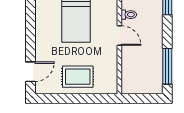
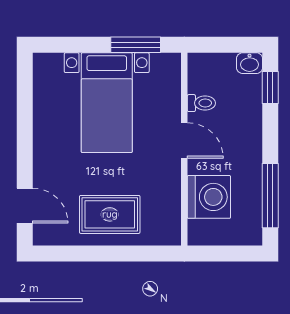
washing machine: (133, 67) -> (209, 197), added
door: (30, 72) -> (25, 206), hinge flipped

